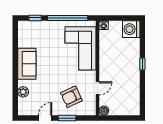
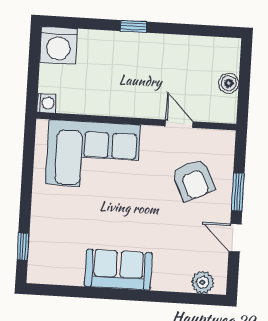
window: (68, 18) -> (27, 178), removed
plant: (23, 92) -> (202, 282), moved
boiler: (104, 111) -> (229, 83), moved

